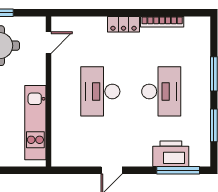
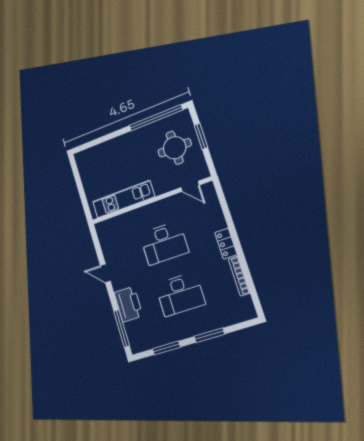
desk: (100, 91) -> (164, 243), turned 180
printer: (171, 154) -> (128, 304), moved

